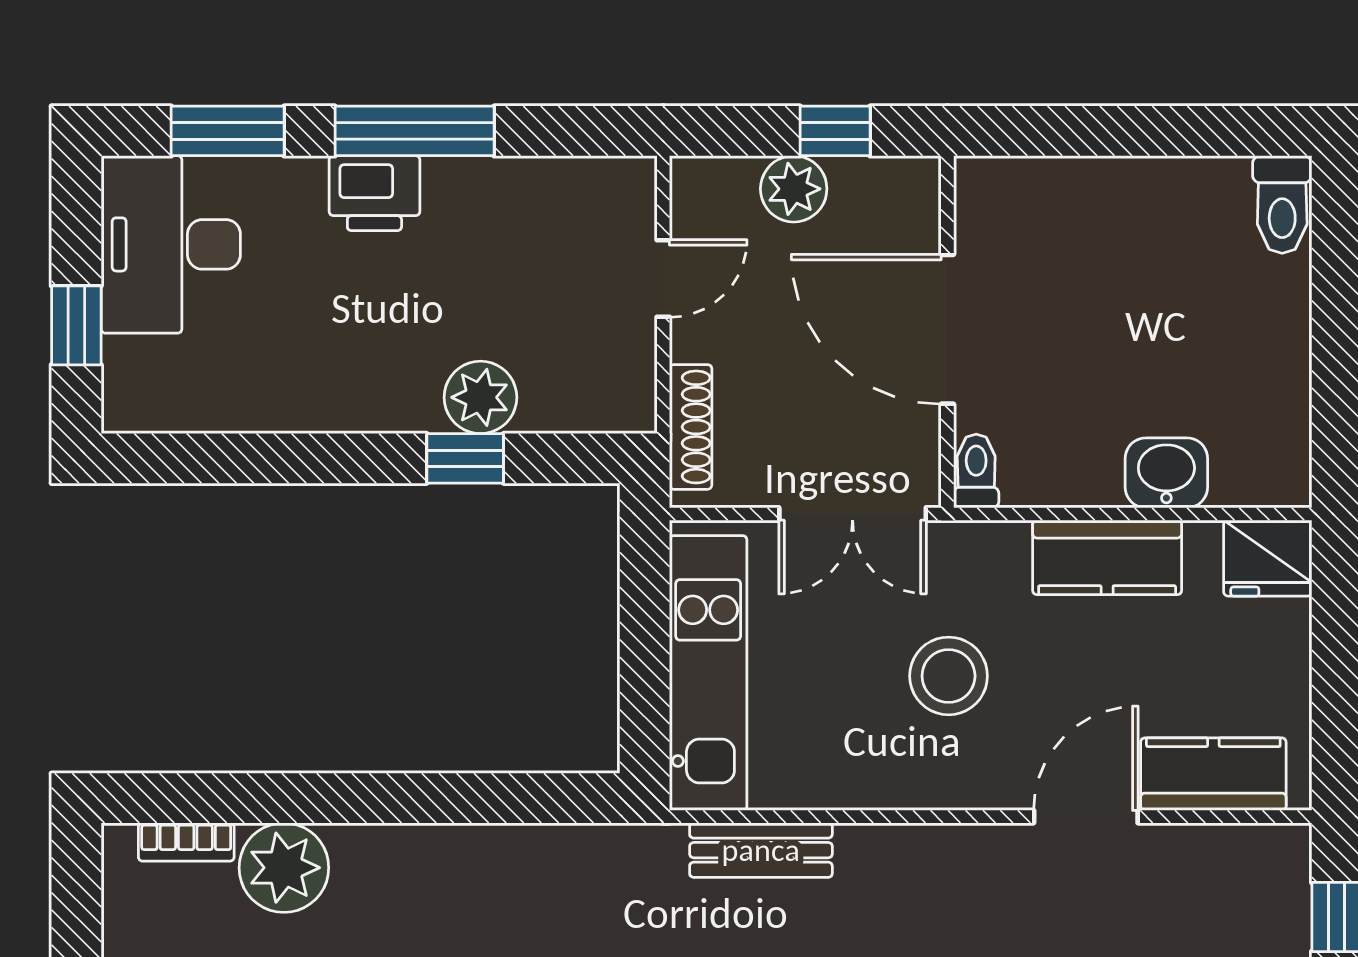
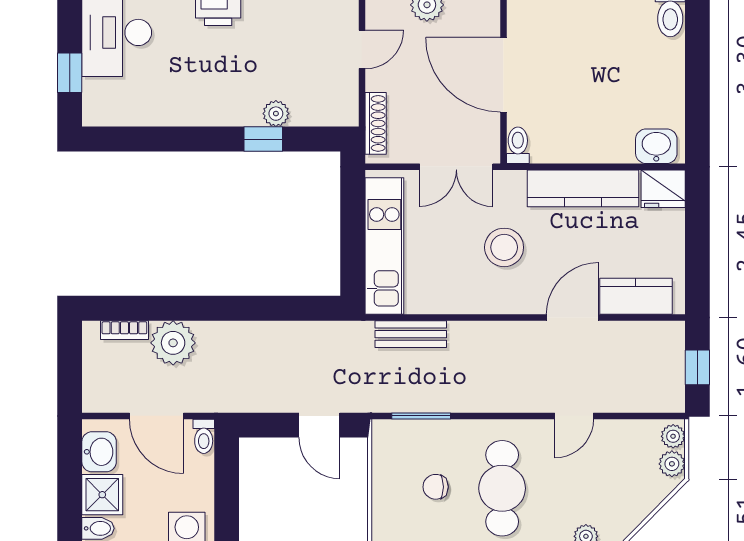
plant: (480, 397) -> (276, 114), width x0.73, depth x0.73
washbasin: (1166, 473) -> (656, 146), moved
kitchen counter: (1107, 557) -> (583, 188), width x1.50

